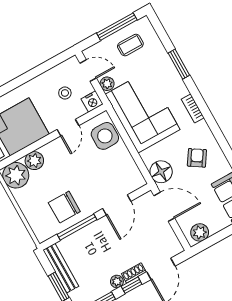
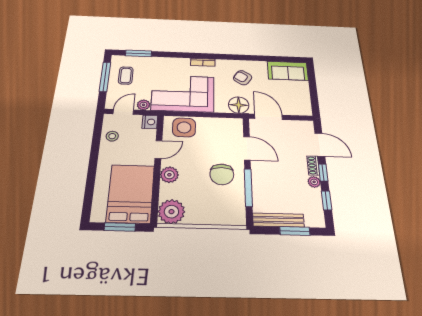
window: (179, 64) -> (139, 53), moved
stool: (65, 93) -> (112, 136), moved
door: (68, 128) -> (159, 149), hinge flipped
plant: (34, 161) -> (169, 175), moved
chair: (64, 207) -> (222, 174), moved
door: (164, 207) -> (269, 117), hinge flipped
plant: (200, 232) -> (303, 104), removed

